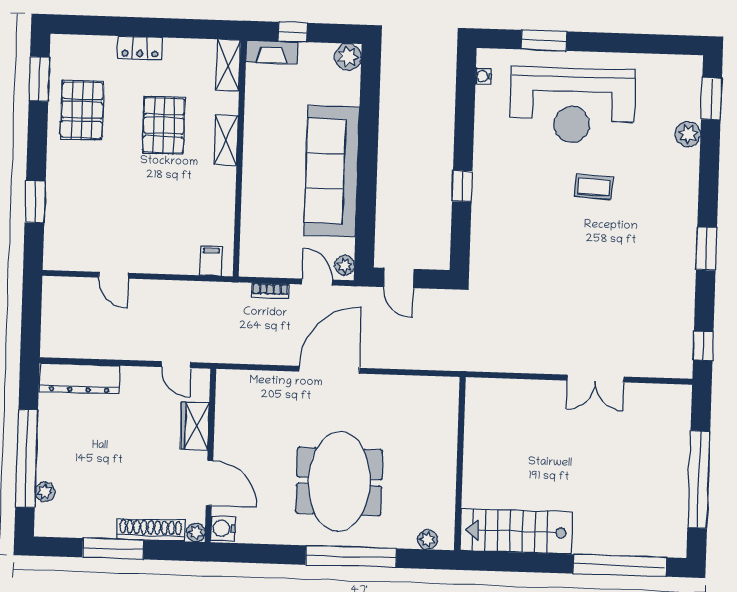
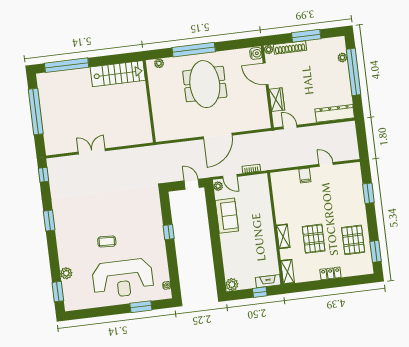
reception desk: (572, 105) -> (123, 278), turned 180
sofa: (332, 171) -> (227, 216), width x0.54, depth x0.79
filing cabinet: (211, 261) -> (305, 175), moved

